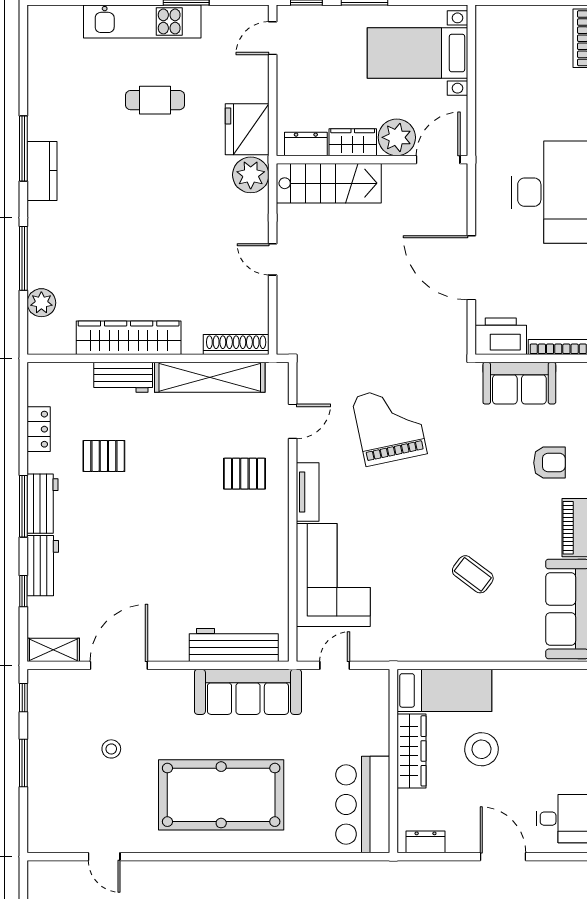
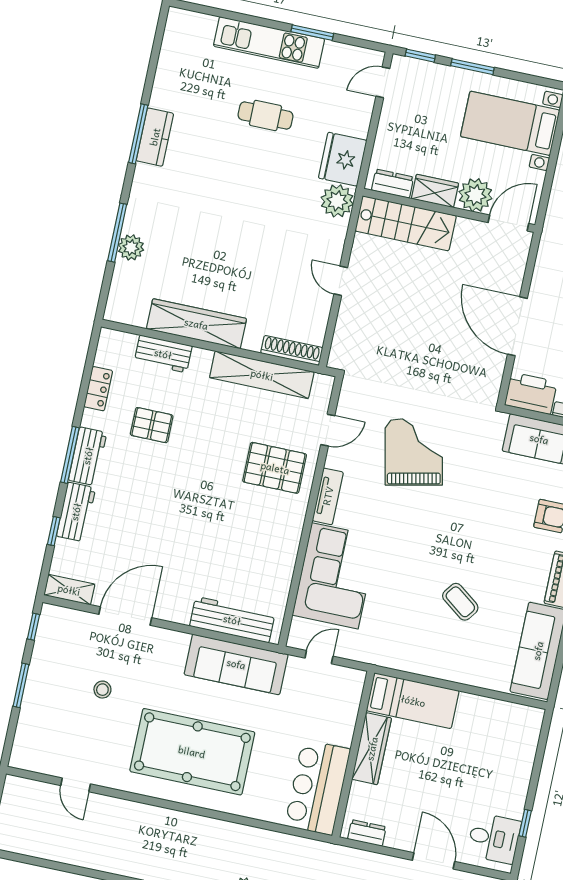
kitchen counter: (42, 171) -> (155, 137), moved
plant: (41, 303) -> (131, 247), moved
workbench: (123, 377) -> (163, 354), moved
pallet: (244, 474) -> (275, 468), width x1.50, depth x1.42
stool: (481, 749) -> (435, 760), removed

